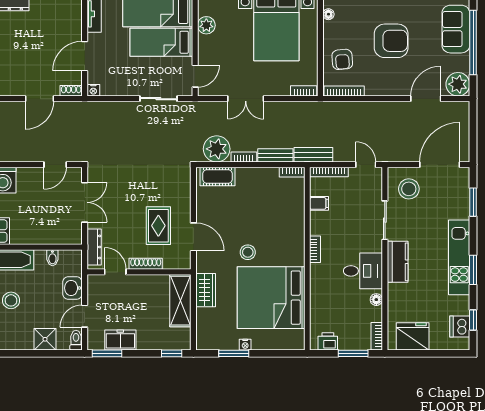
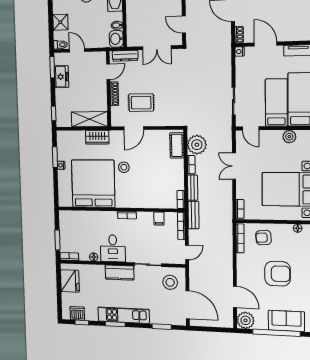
armchair: (391, 41) -> (278, 274), turned -90
washbasin: (72, 288) -> (116, 39), moved, turned -90
printer: (328, 341) -> (65, 223), removed

